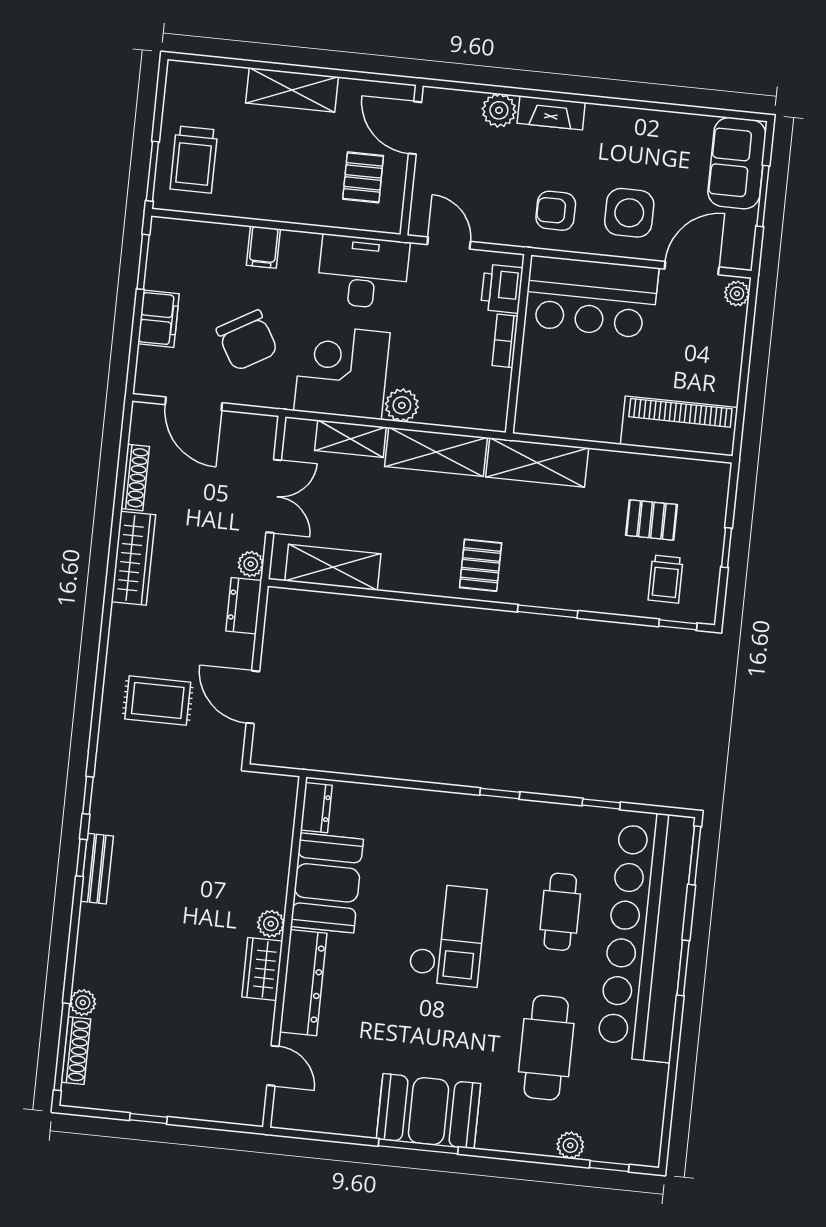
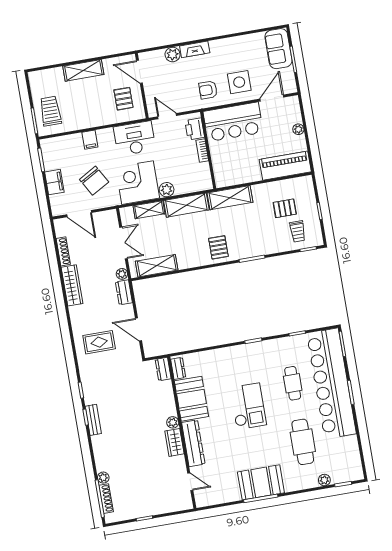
trolley: (194, 160) -> (50, 111), turned 180
plant: (737, 294) -> (298, 129), moved
dresser: (283, 800) -> (163, 369), added

